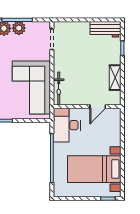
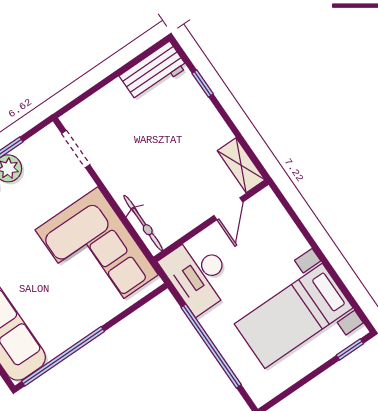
shelving: (115, 78) -> (241, 165), moved

